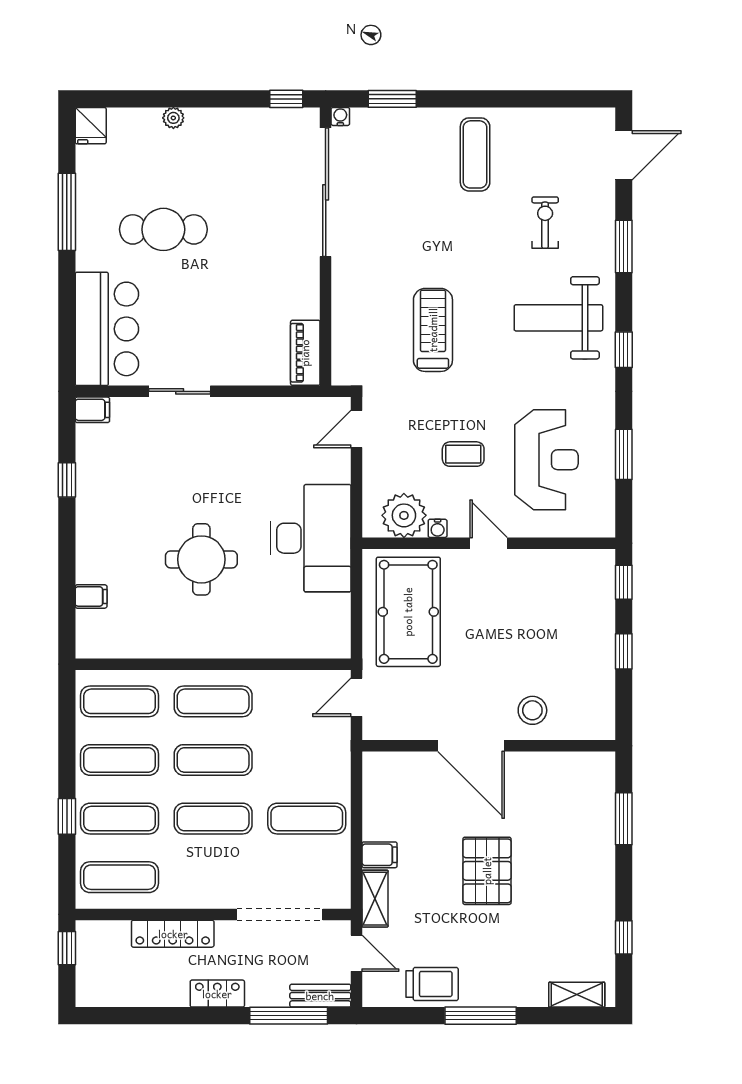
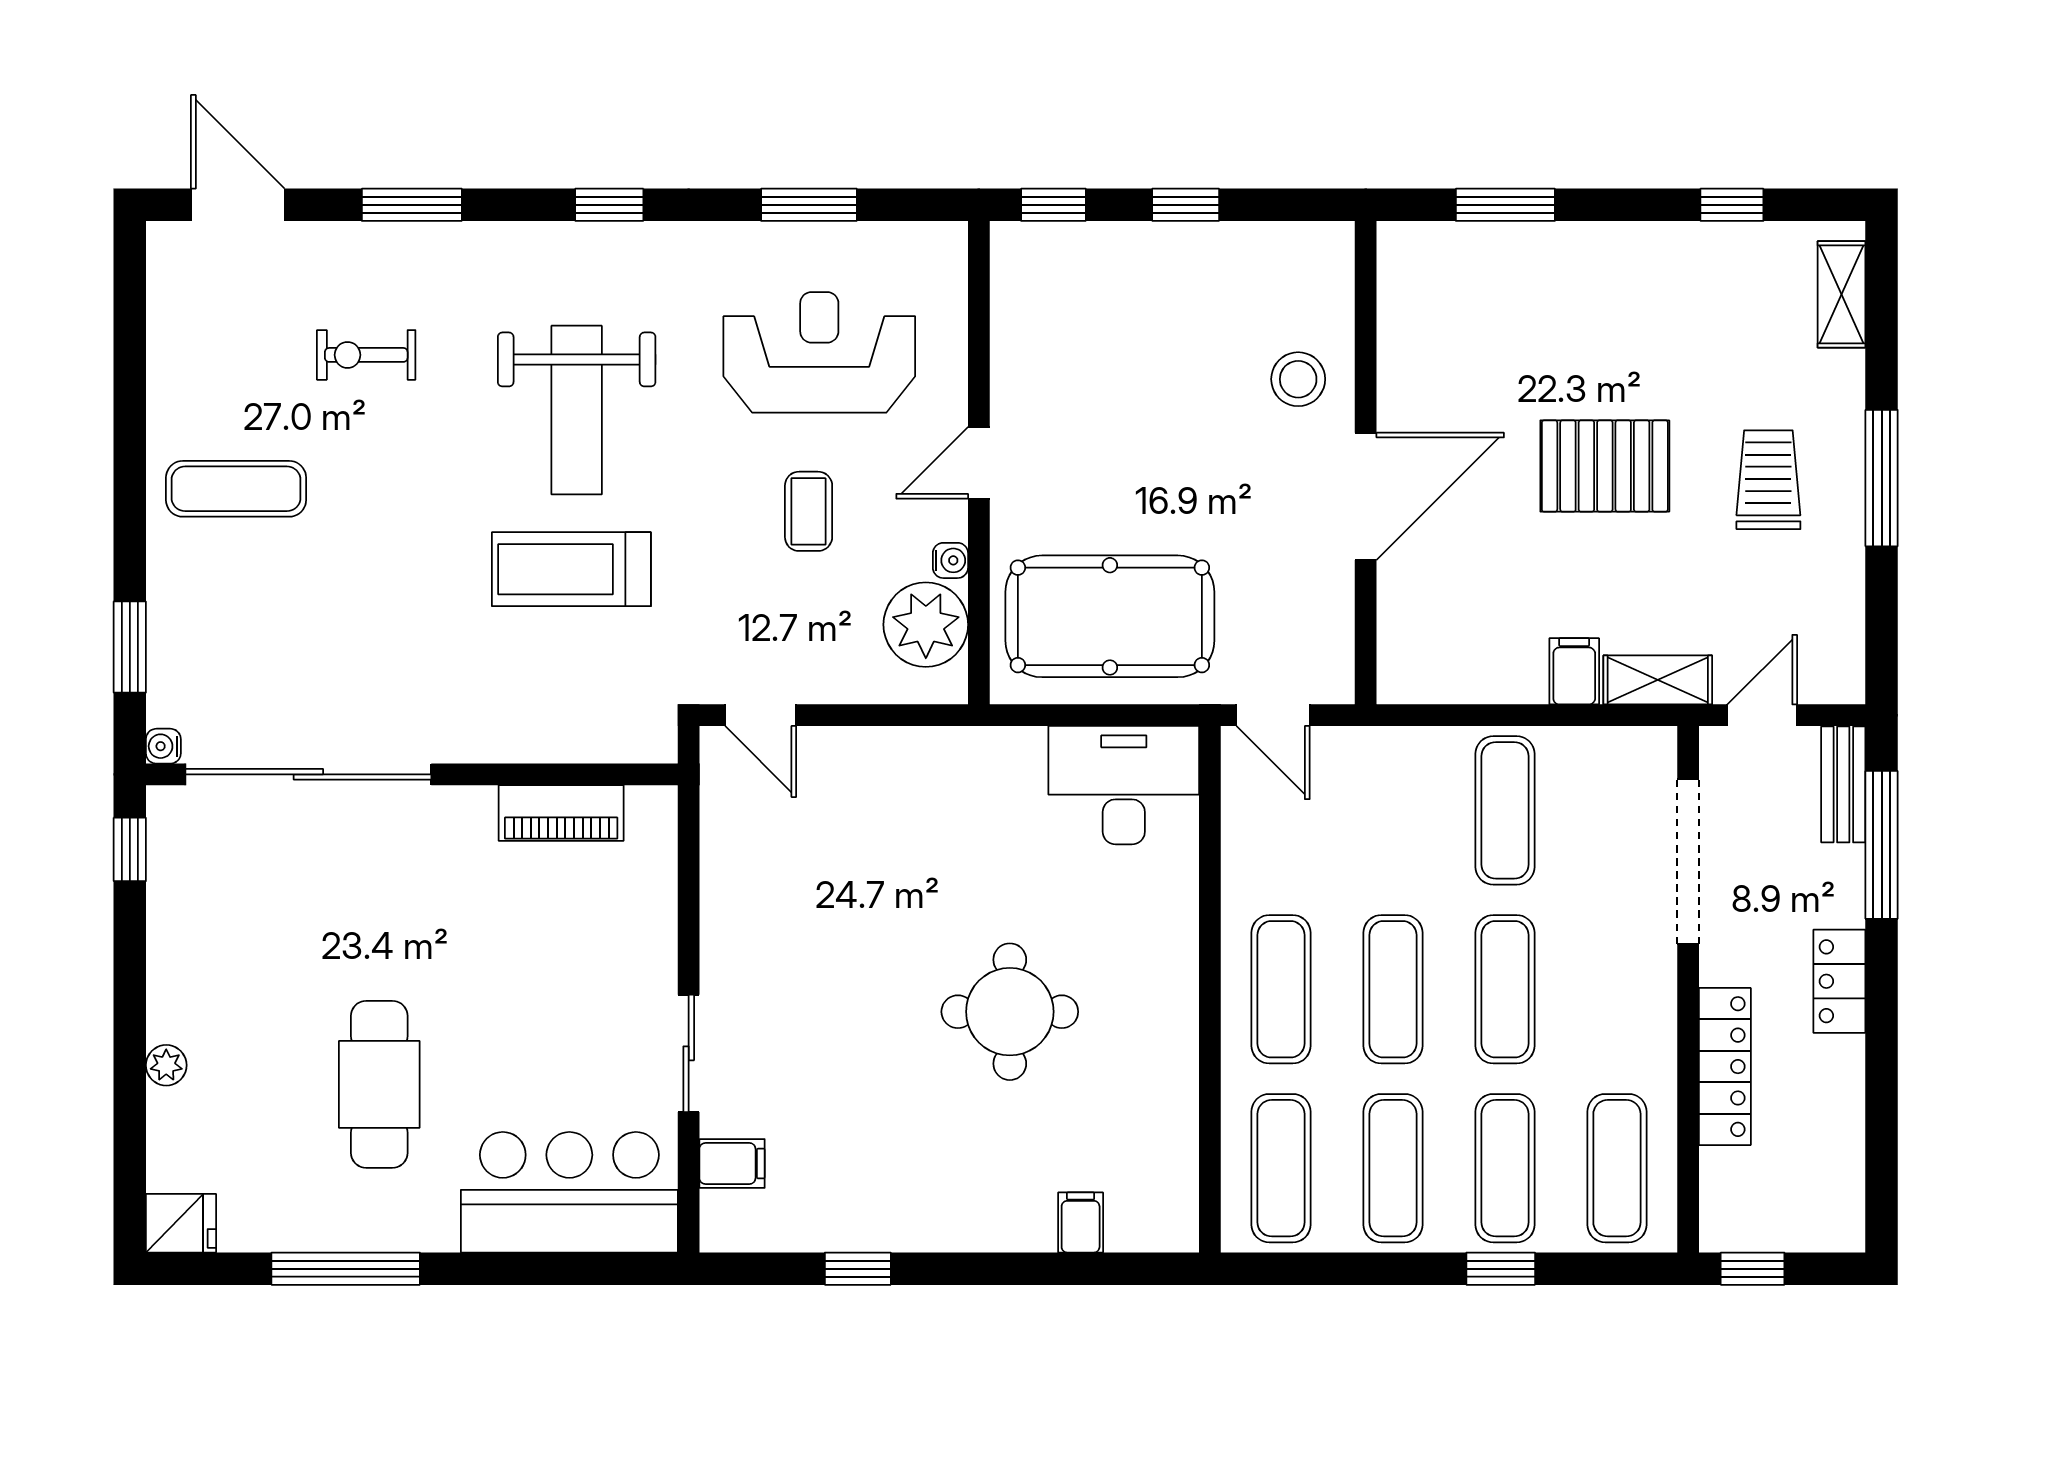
weight bench: (558, 318) -> (577, 410), moved
piano: (305, 353) -> (561, 813), moved
filing cabinet: (92, 410) -> (732, 1164), moved, turned 90
desk: (311, 538) -> (1124, 785), moved, width x0.73, depth x0.77
trolley: (432, 984) -> (1768, 480), moved

